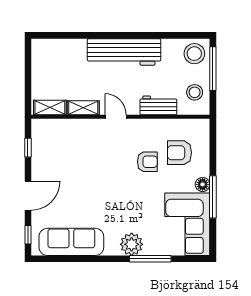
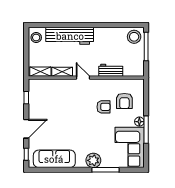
workbench: (124, 52) -> (70, 36), moved
stool: (195, 92) -> (36, 38), moved
armchair: (179, 153) -> (124, 101), turned -90

